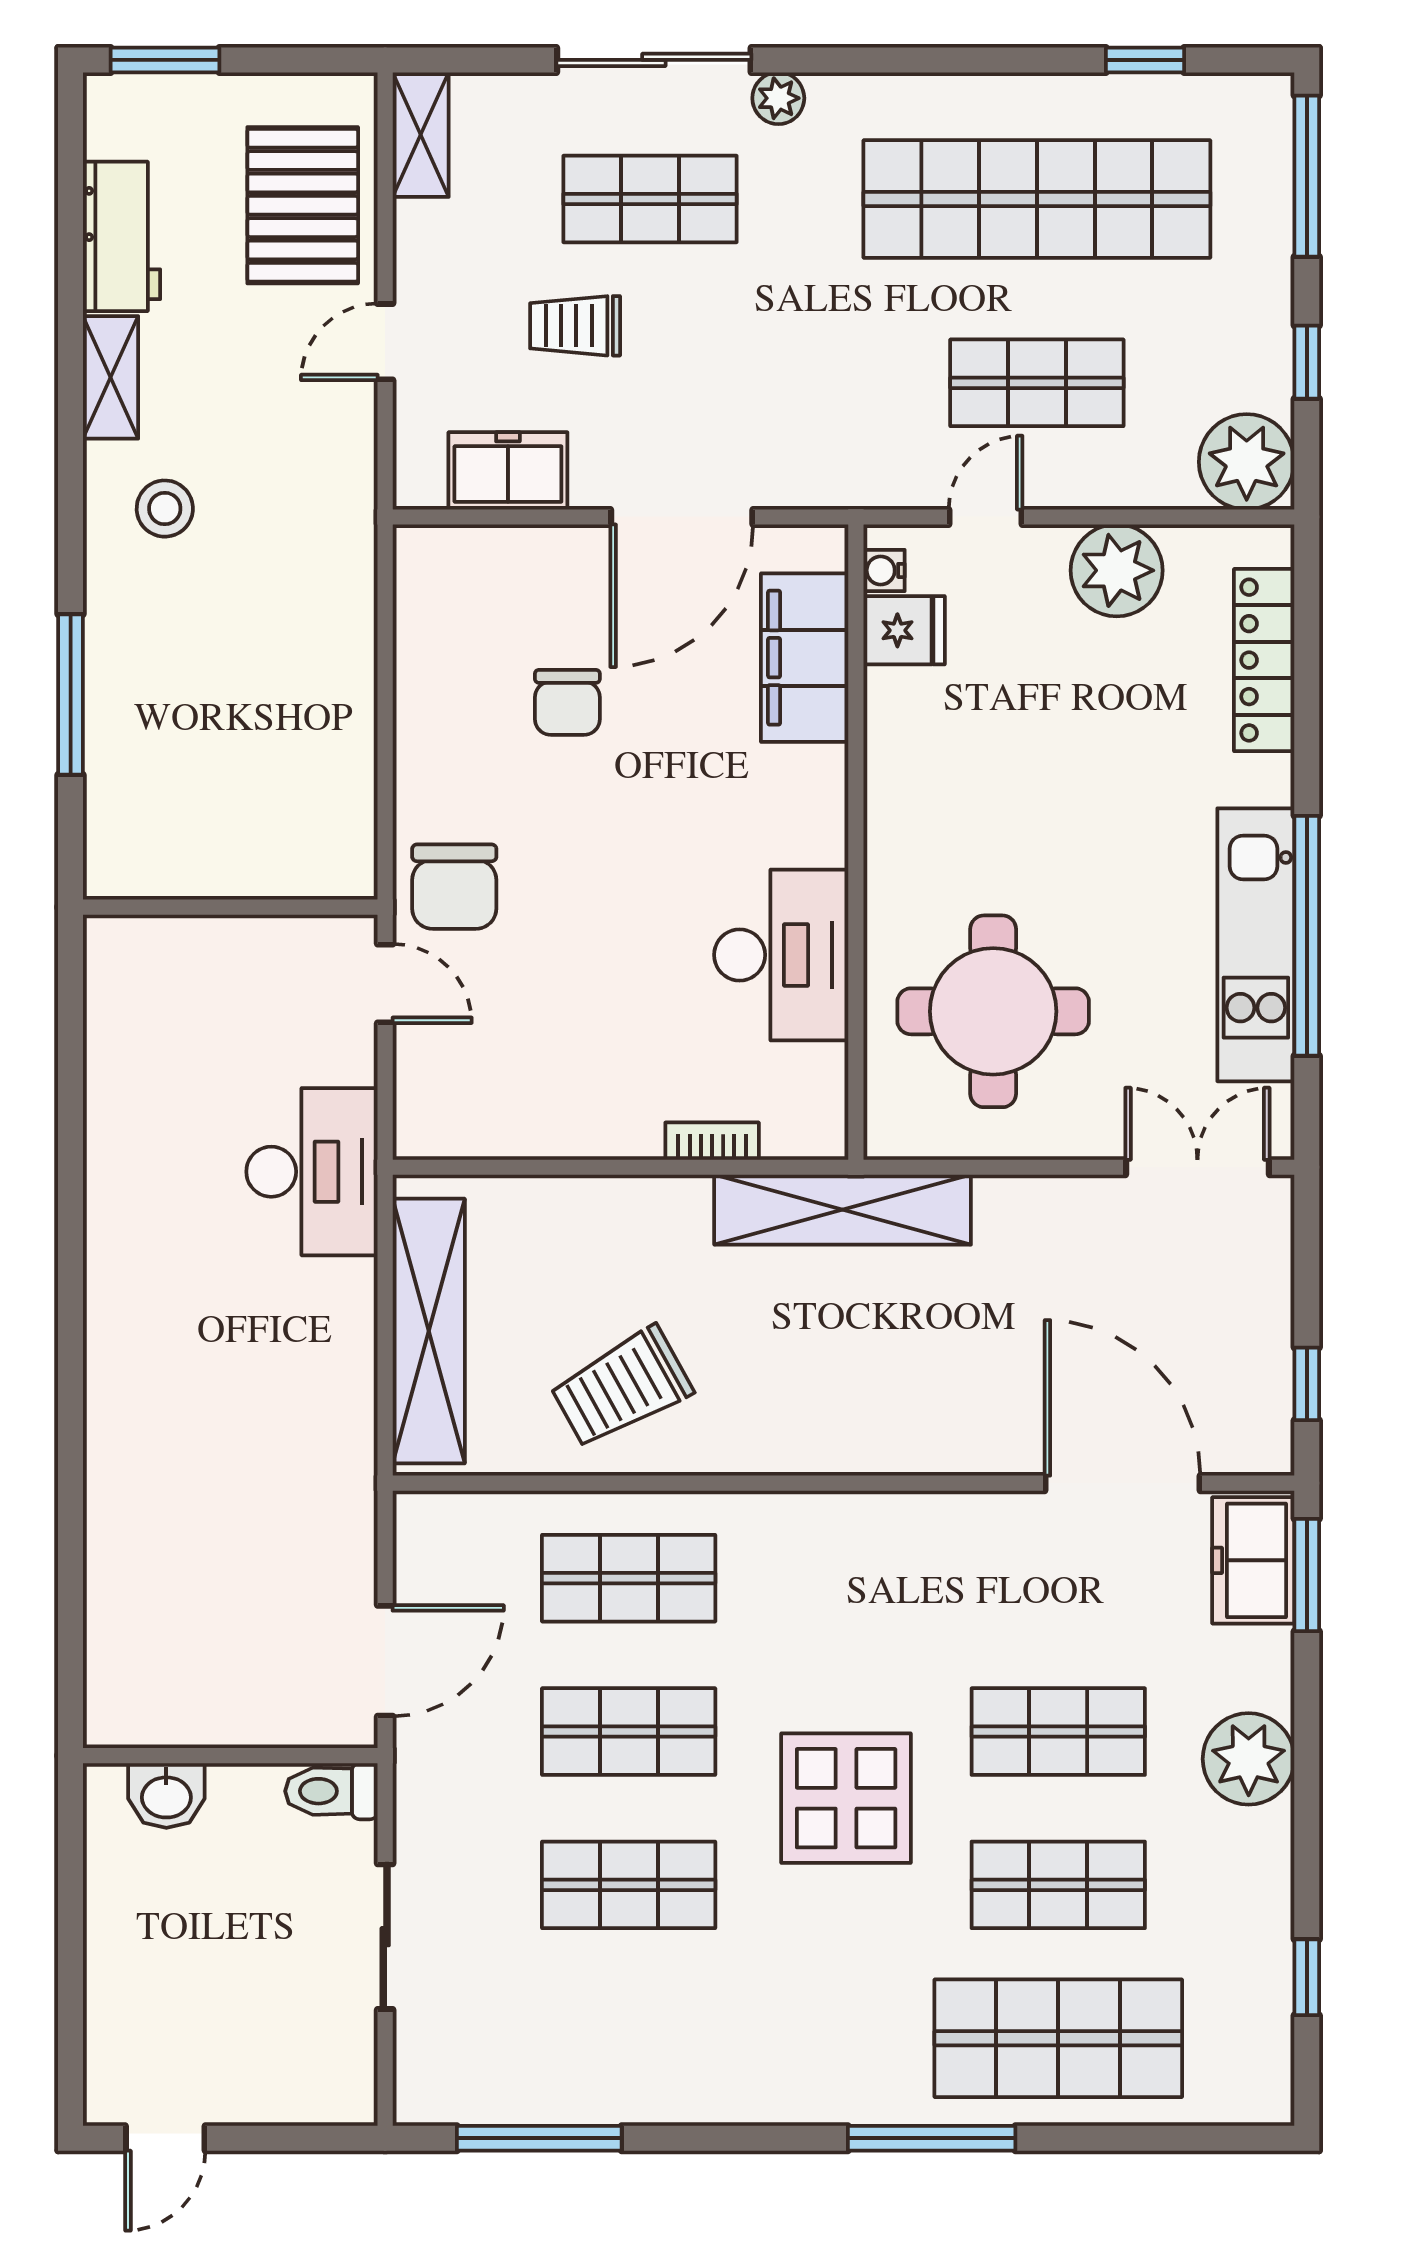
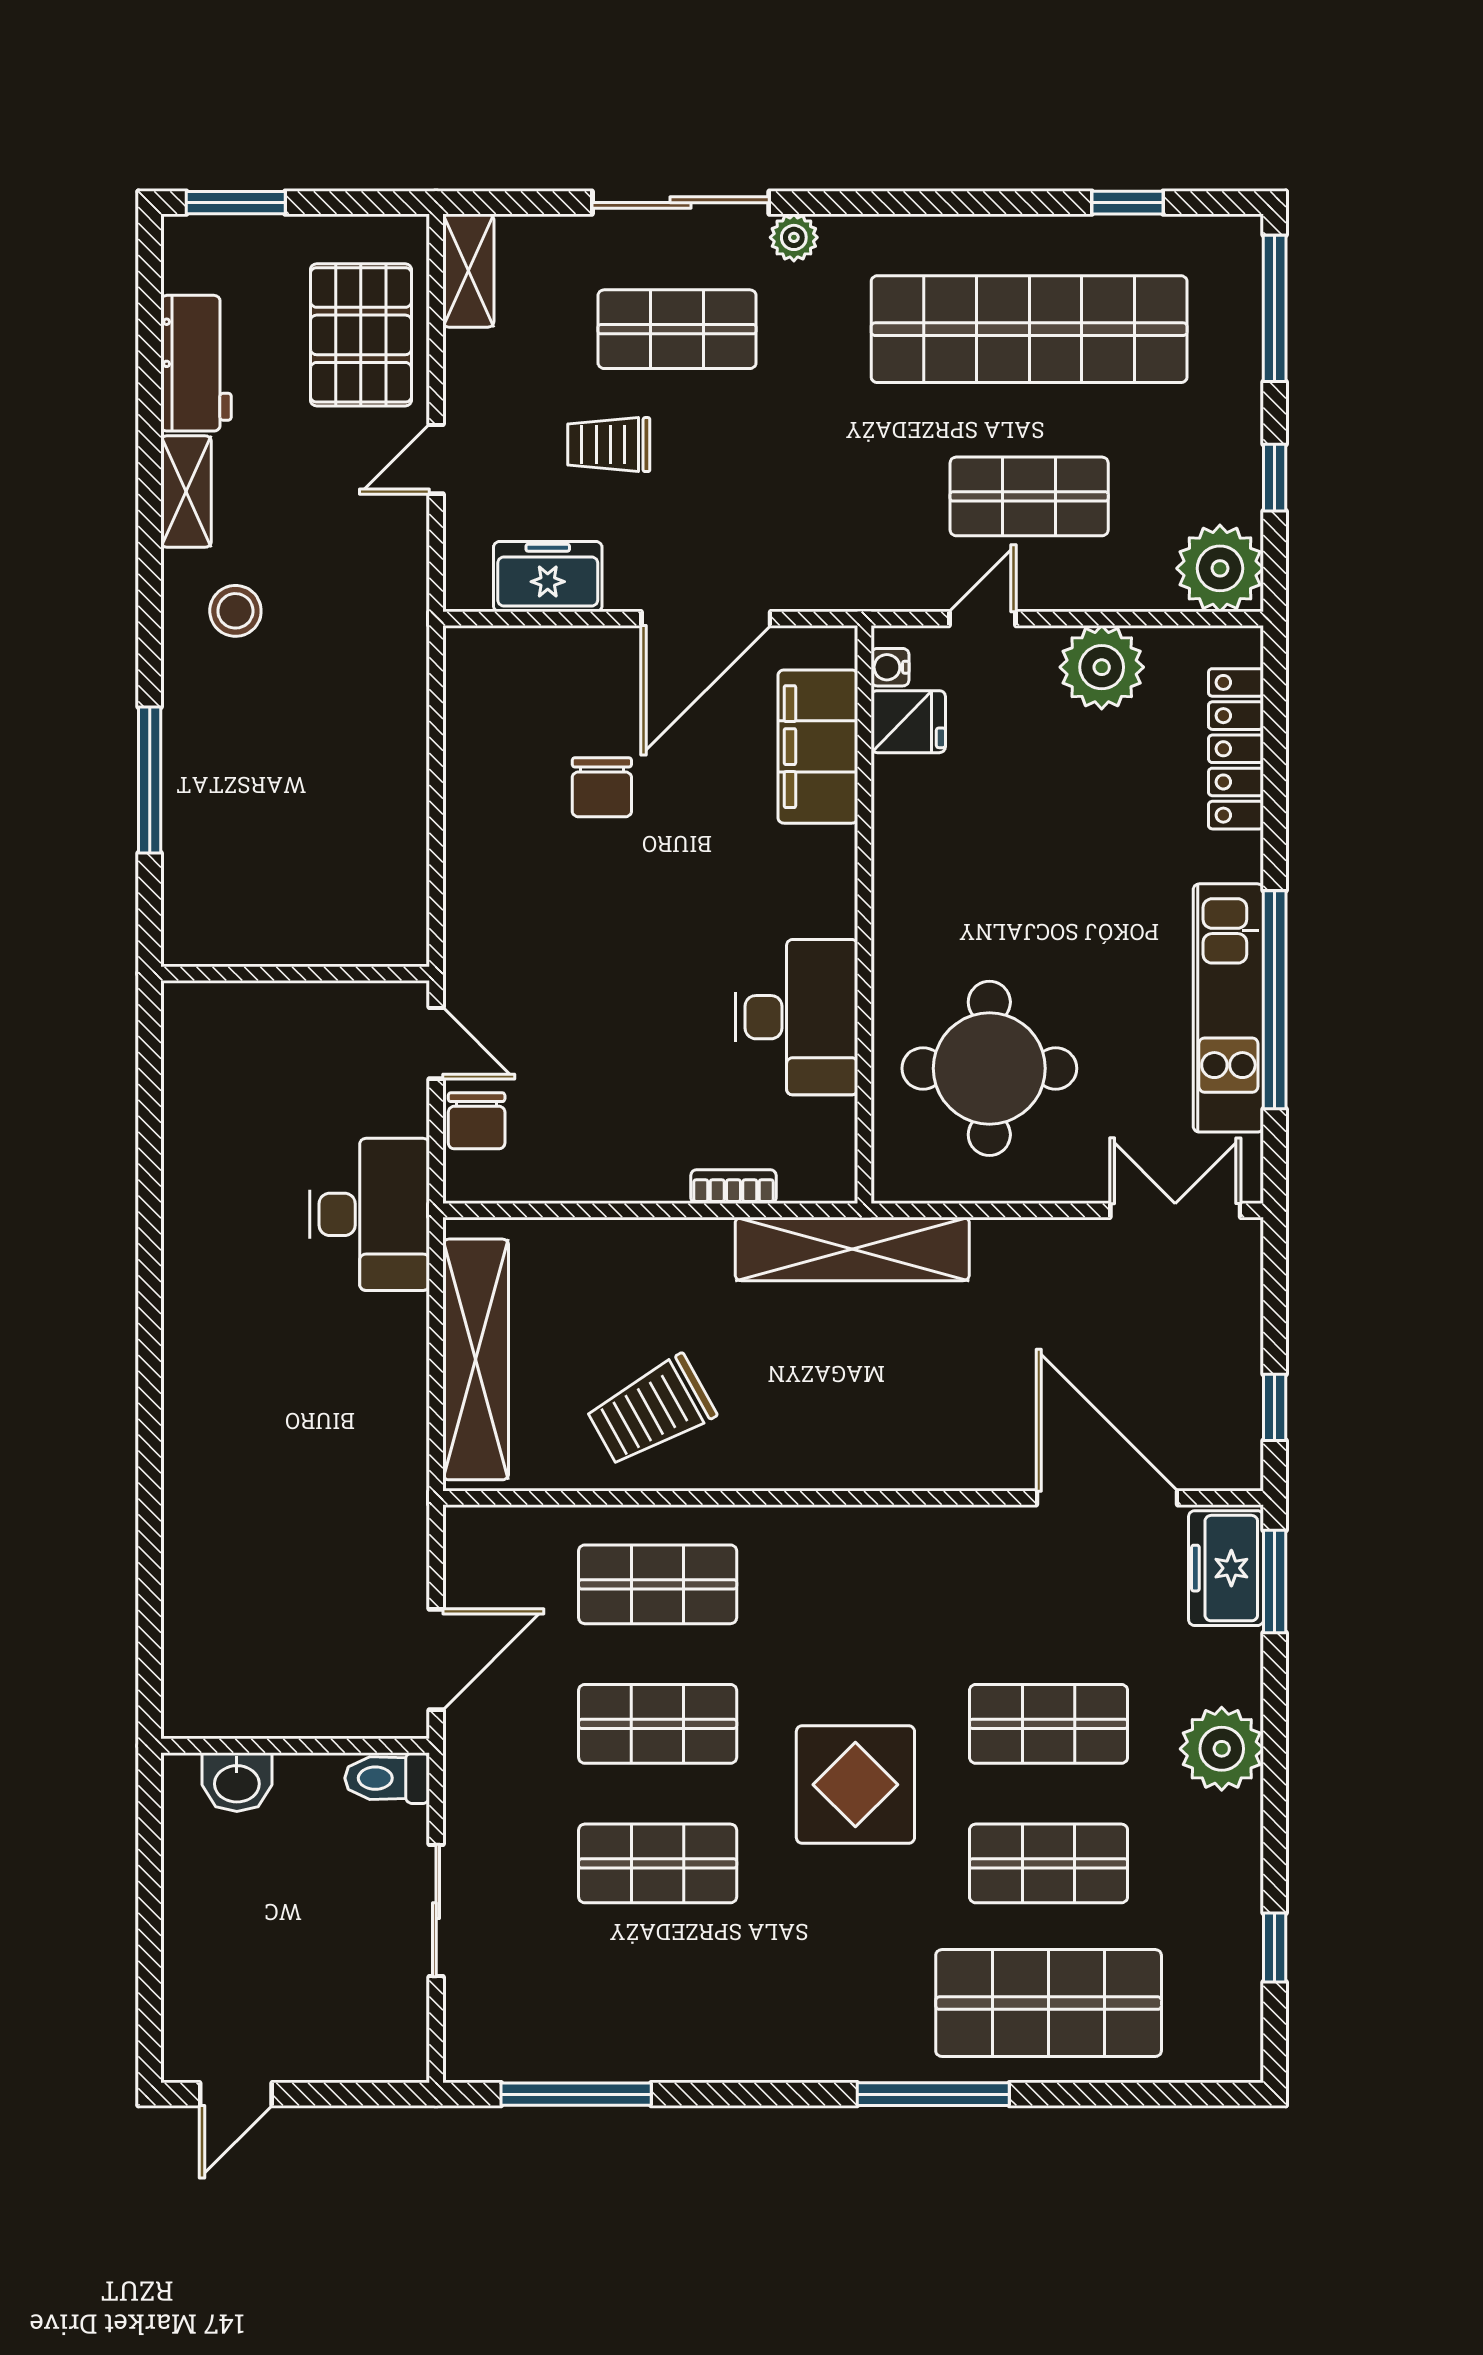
chair: (454, 887) -> (477, 1121), moved, width x0.73, depth x0.73

